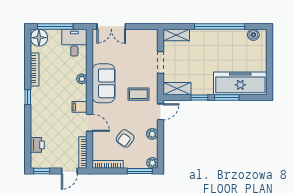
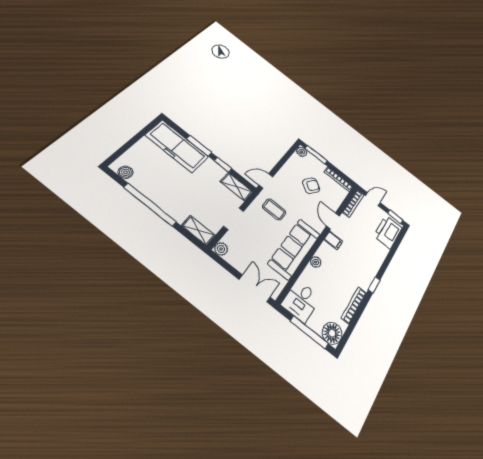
sofa: (104, 83) -> (295, 249), width x1.36
plant: (152, 134) -> (221, 249), moved
printer: (37, 145) -> (388, 232), width x1.87, depth x1.48

